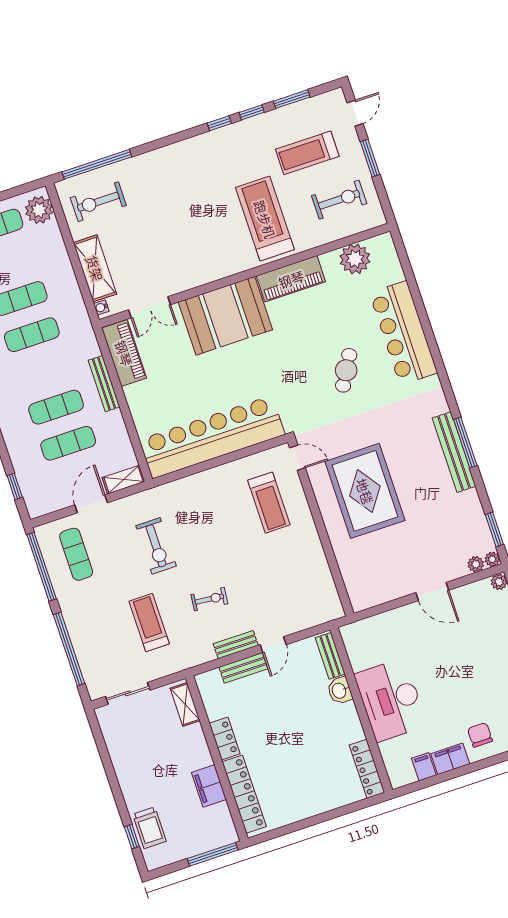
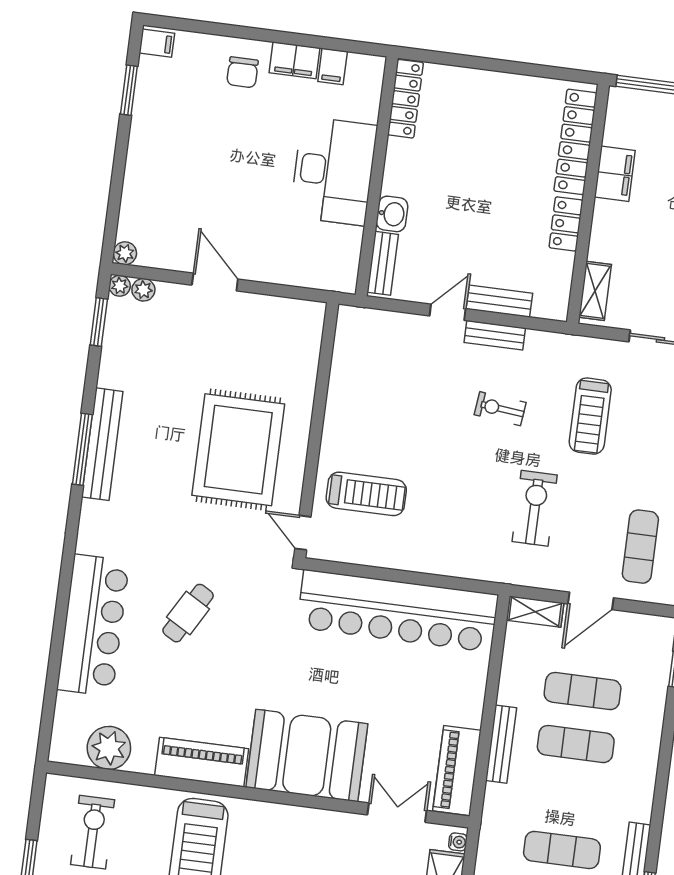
exercise bike: (339, 200) -> (93, 832), turned 90
treadmill: (269, 503) -> (366, 494), turned 90

